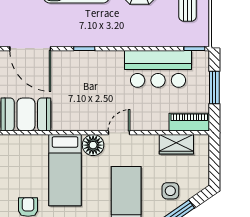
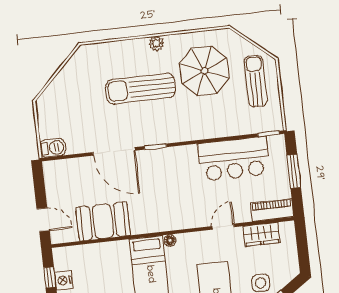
door: (30, 49) -> (114, 151), moved
door: (119, 133) -> (223, 227), moved
floor lamp: (93, 145) -> (170, 240), width x0.53, depth x0.53

